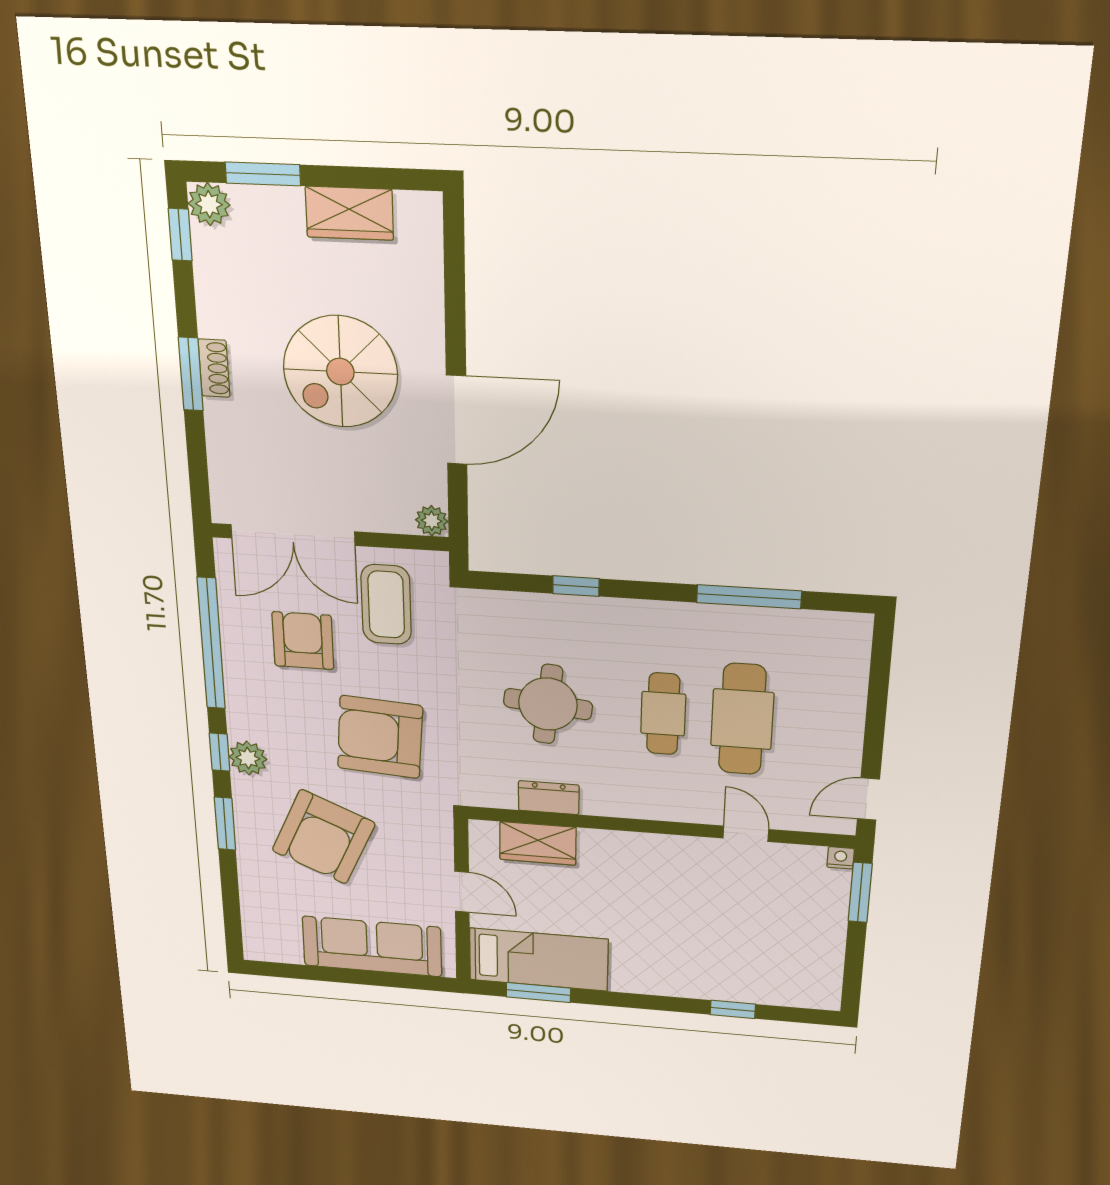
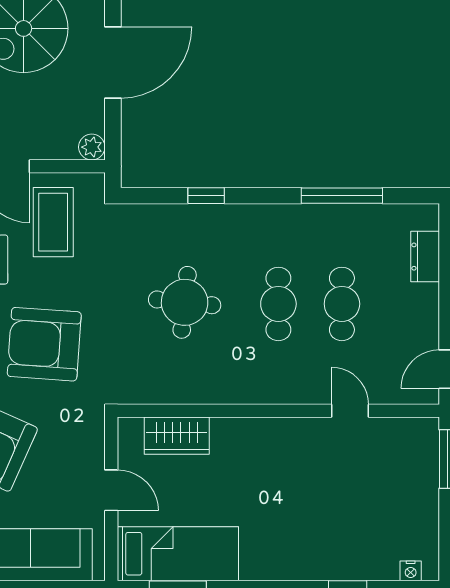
cafe table: (742, 719) -> (342, 304), width x0.73, depth x0.74
dresser: (549, 798) -> (425, 257), moved, turned -90
nightstand: (841, 858) -> (411, 571), moved, turned 180

